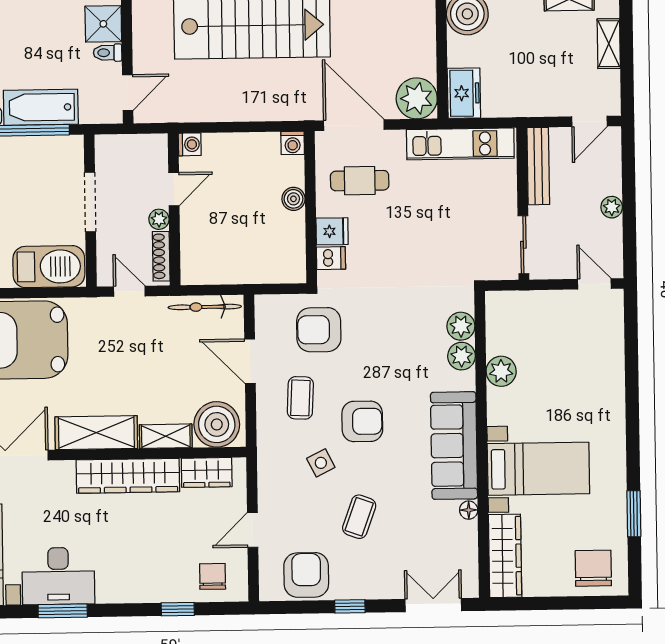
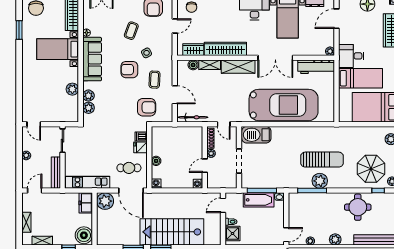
boiler: (217, 424) -> (193, 65), width x0.54, depth x0.54

